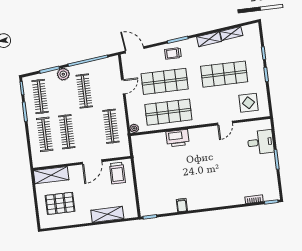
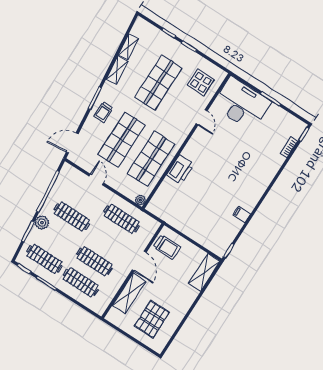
desk: (261, 142) -> (242, 104), width x1.87, depth x1.30
shelving: (51, 175) -> (129, 293), moved
shelving: (107, 214) -> (204, 272), moved

